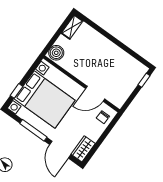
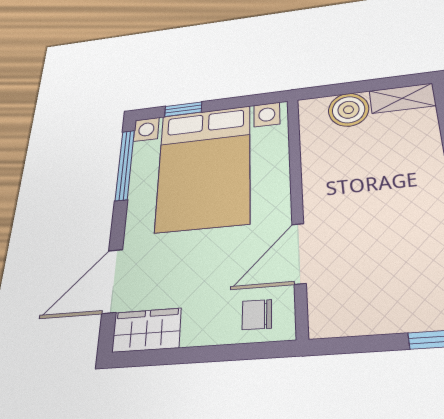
boiler: (56, 53) -> (349, 110), moved
door: (95, 94) -> (299, 253), hinge flipped
window: (33, 130) -> (125, 165), moved

